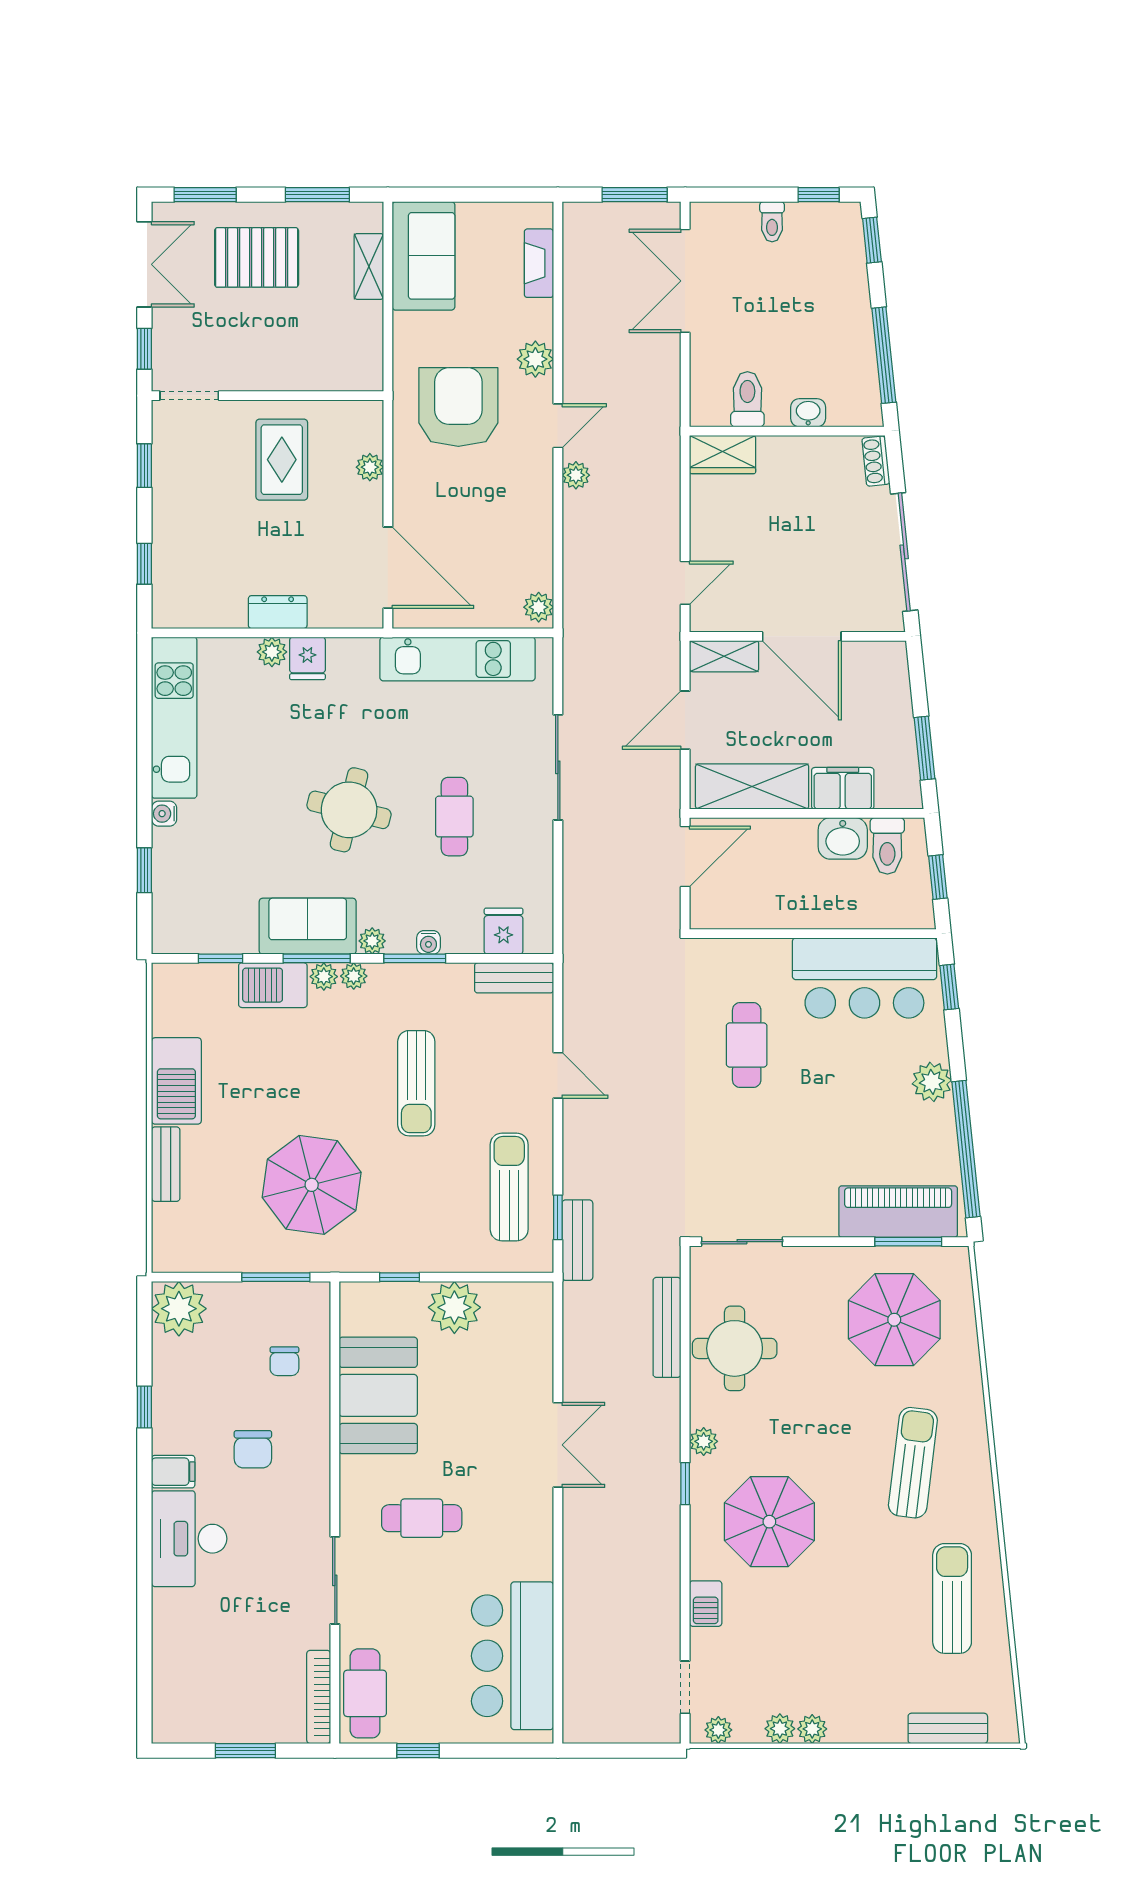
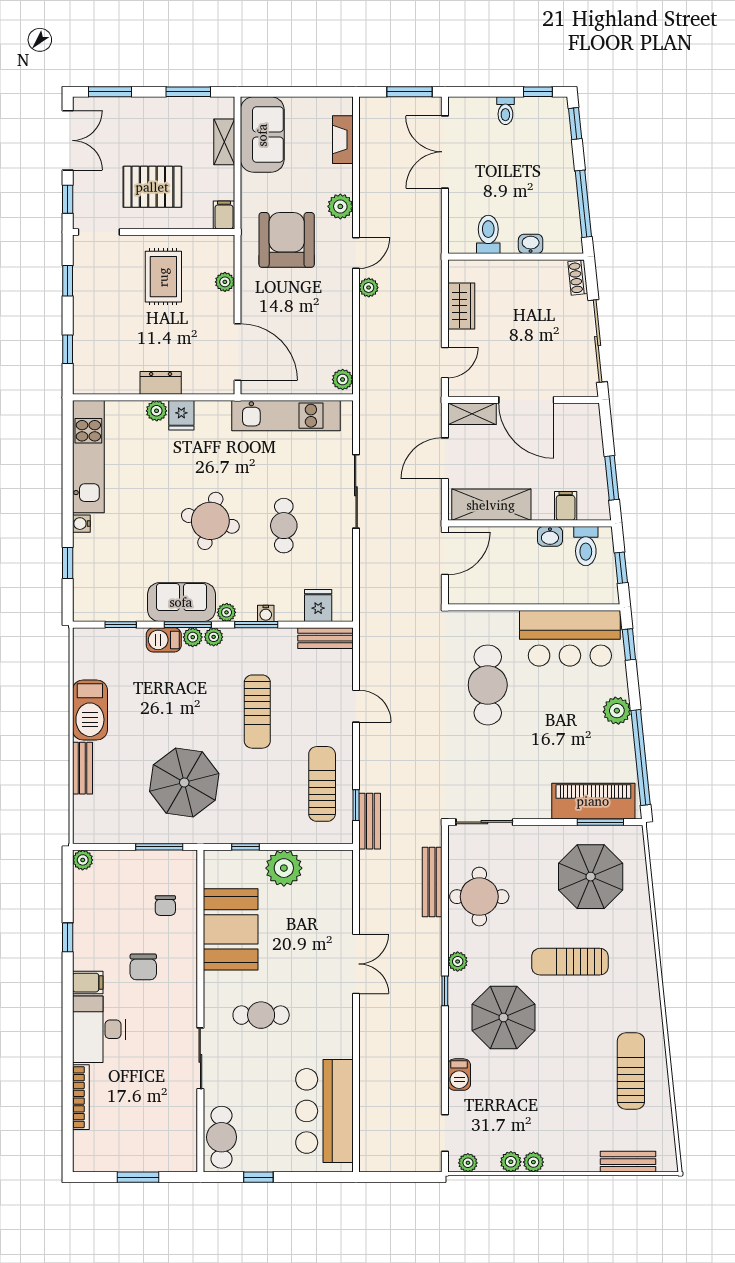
pallet: (257, 257) -> (152, 187), moved
filing cabinet: (369, 371) -> (224, 215), added
wardrobe: (723, 455) -> (461, 306), moved, turned -90
filing cabinet: (843, 788) -> (566, 506), width x0.50
washbasin: (843, 838) -> (550, 536), width x0.72, depth x0.69
barbecue: (273, 985) -> (164, 640), width x0.73, depth x0.79
cafe table: (747, 1045) -> (488, 685), width x1.37, depth x1.35
plant: (179, 1309) -> (83, 860), width x0.53, depth x0.53
sun lounger: (913, 1463) -> (570, 962), moved, turned -97
bookcase: (319, 1697) -> (81, 1097), moved, turned 180

